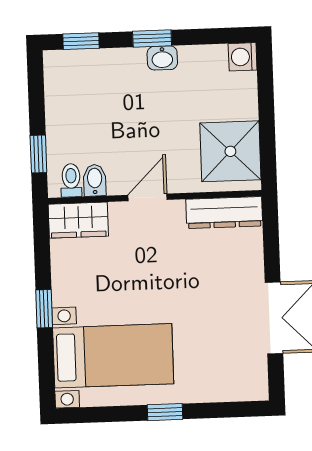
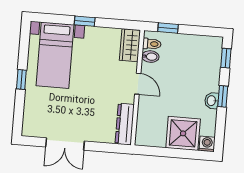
shower: (230, 151) -> (183, 133), moved

